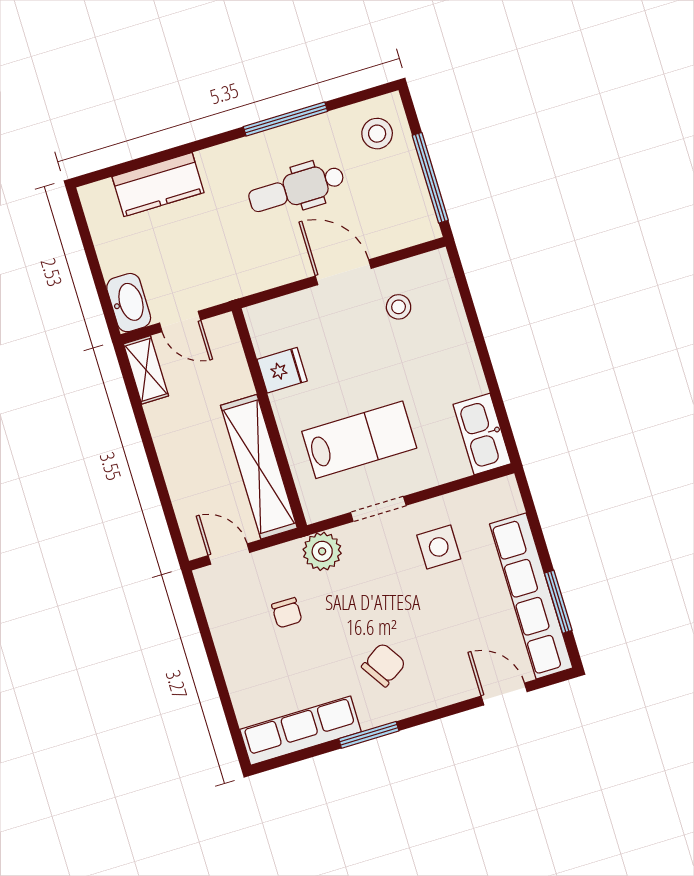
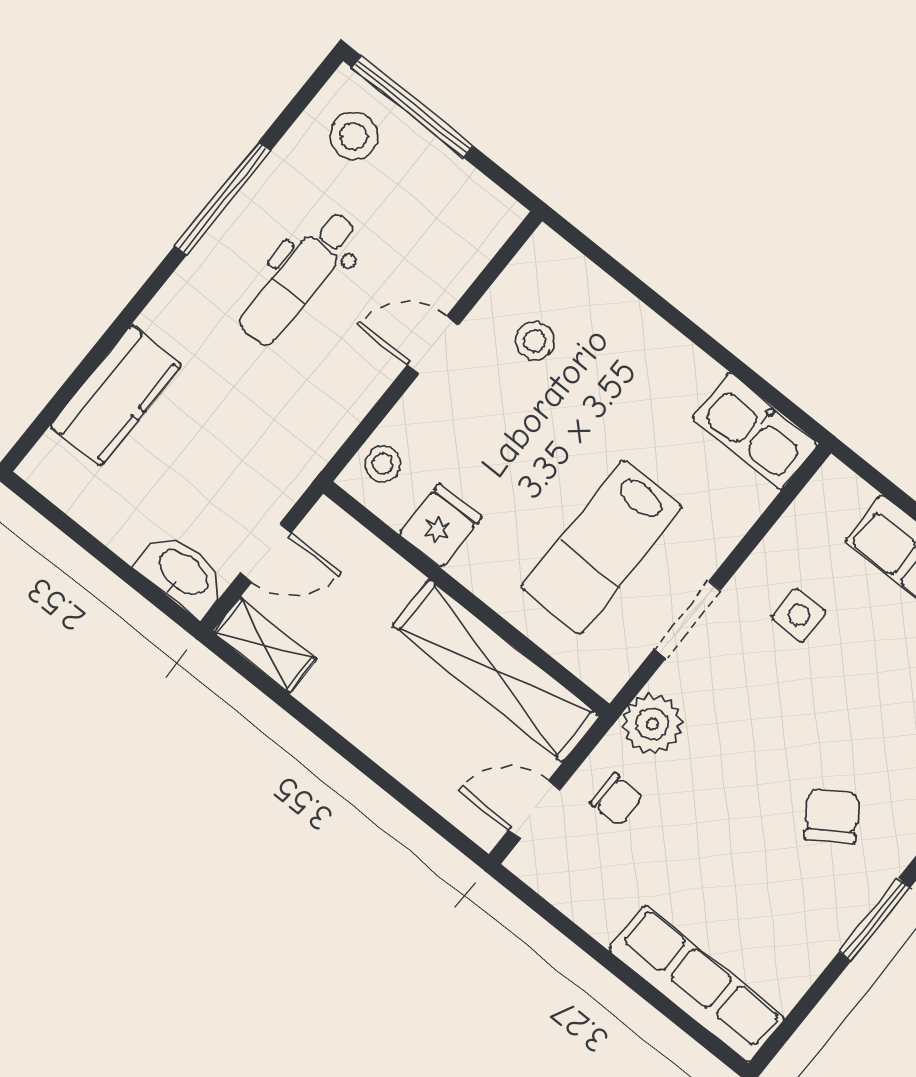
window: (430, 178) -> (413, 107), moved
door: (343, 272) -> (433, 345), width x0.73
stool: (274, 317) -> (383, 464), added
lab bench: (359, 440) -> (602, 547), turned 180
side table: (439, 547) -> (799, 615), width x0.73, depth x0.73
chair: (287, 613) -> (617, 800), moved
row of seats: (301, 731) -> (697, 984), moved, turned 90

